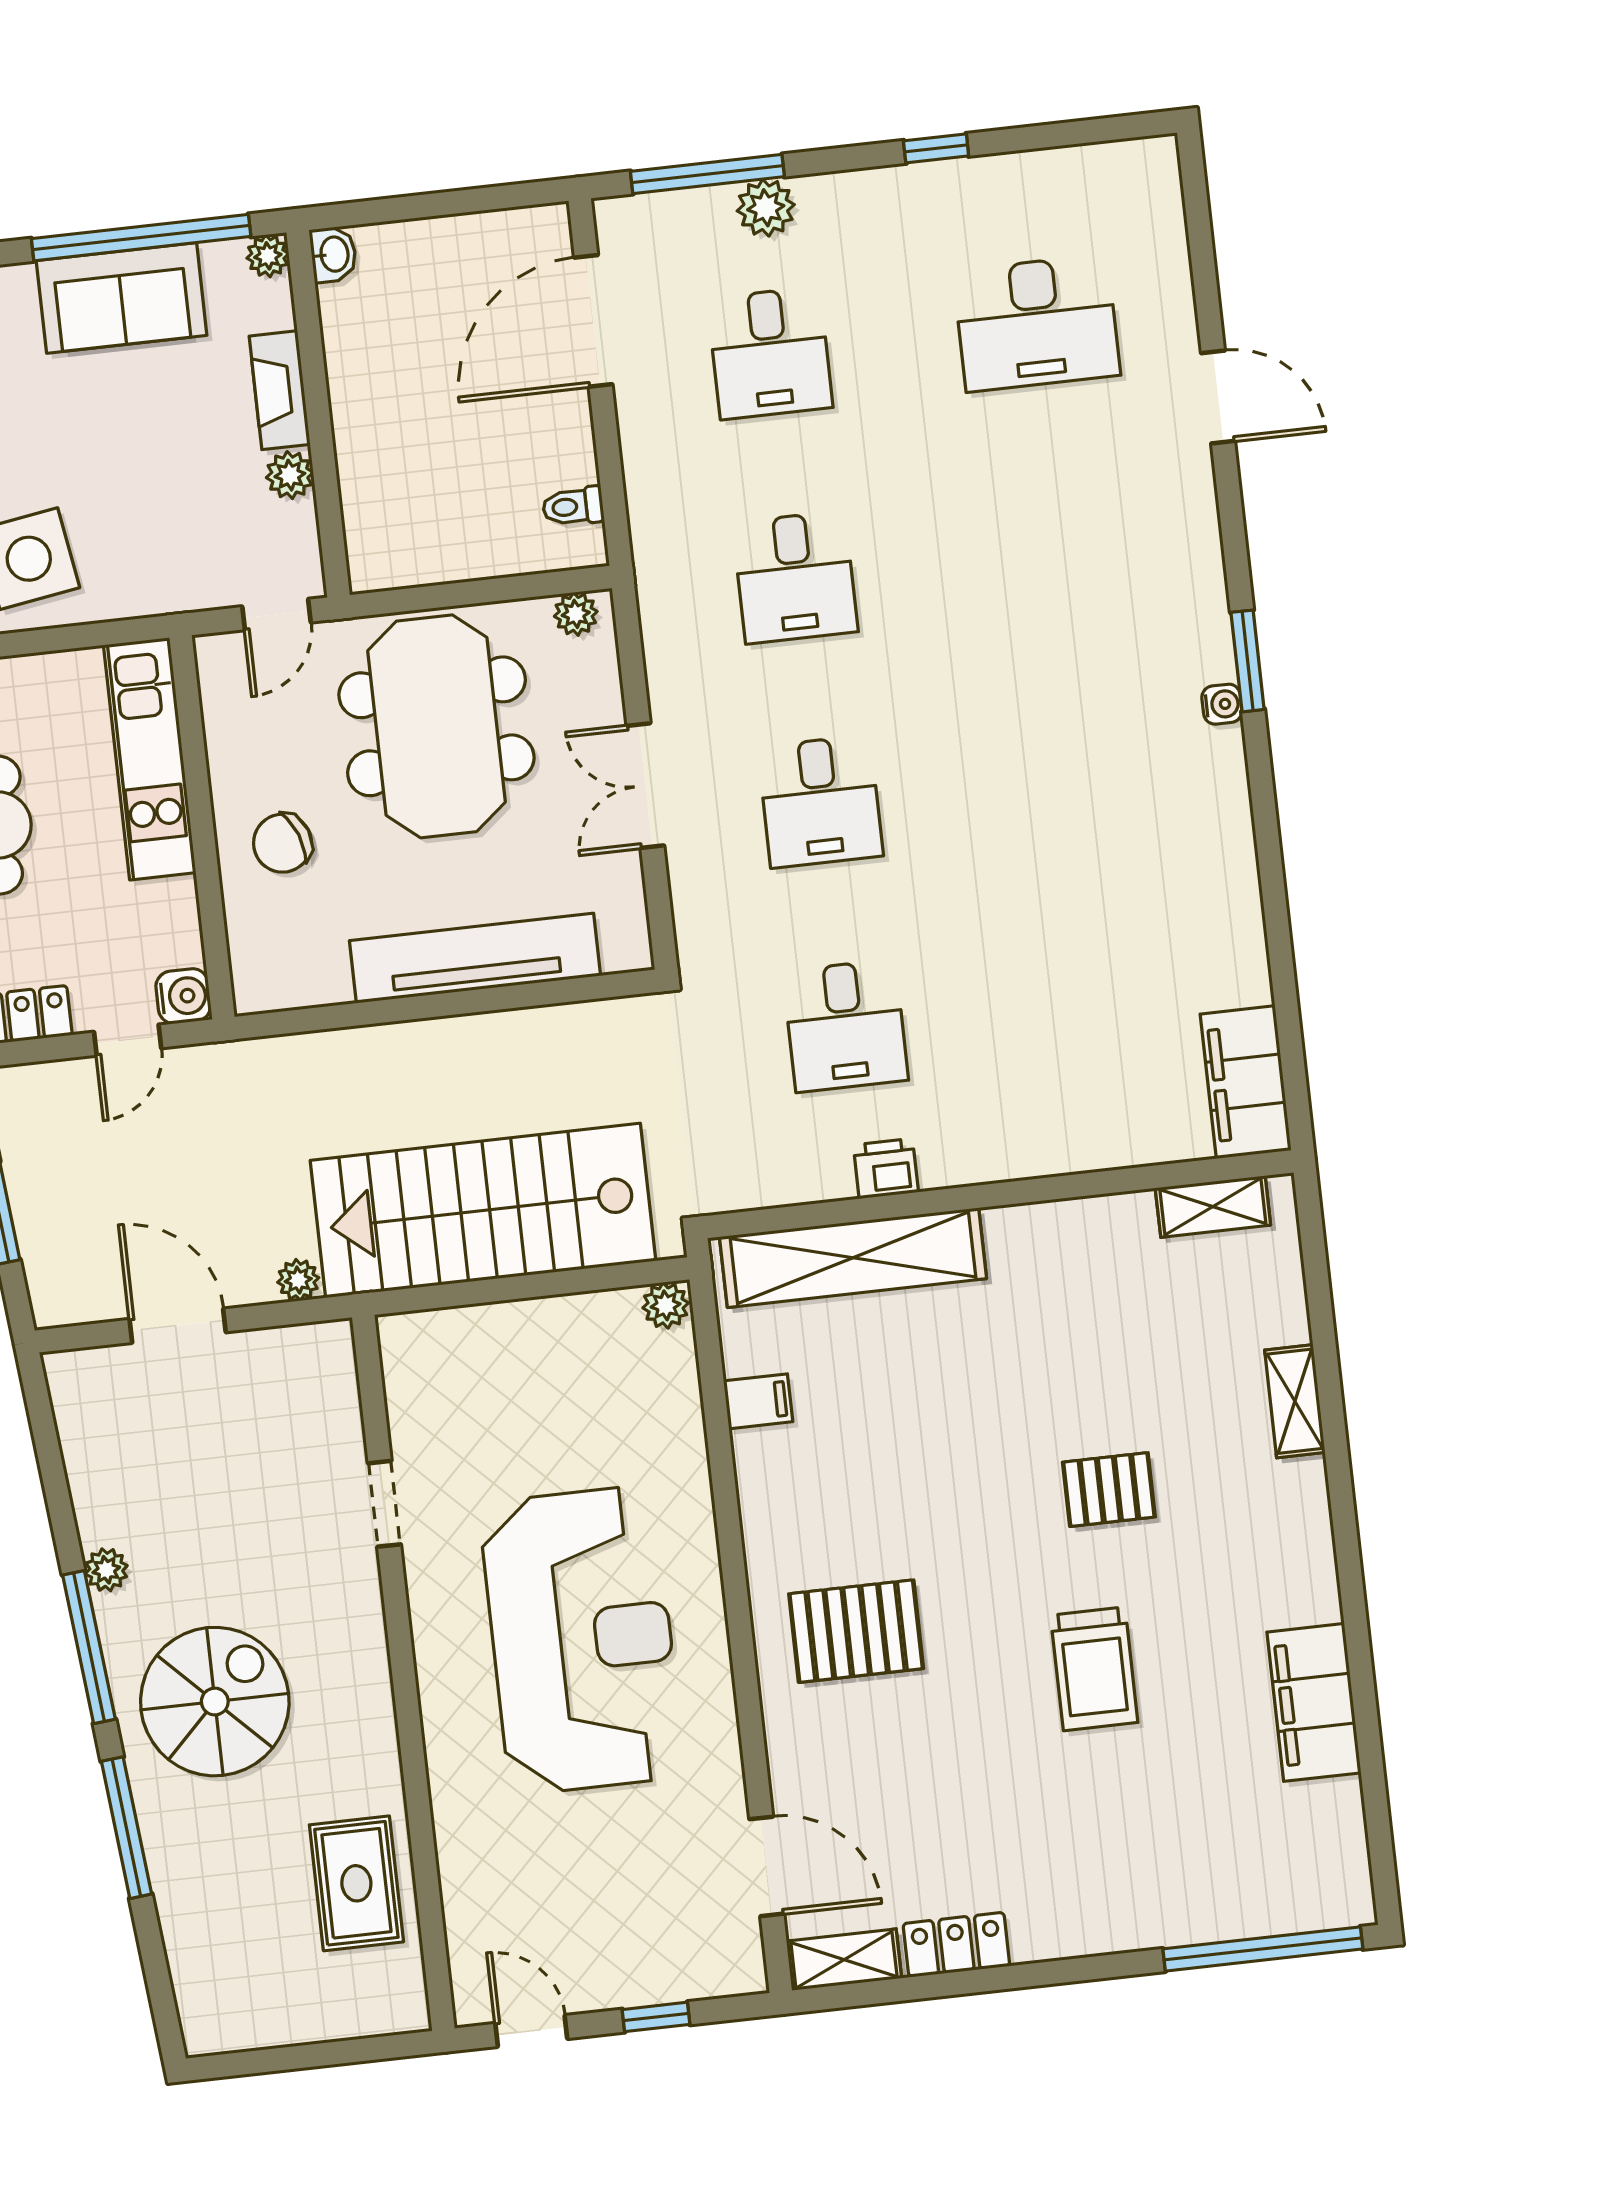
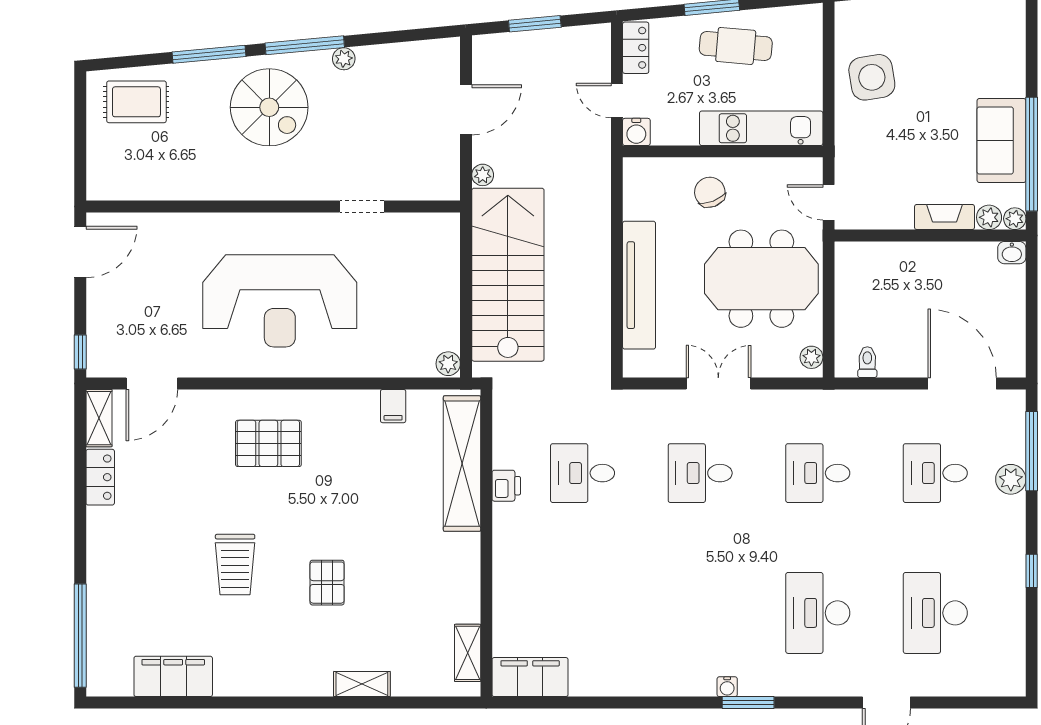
plant: (290, 475) -> (989, 217), moved
desk: (1062, 547) -> (818, 613), added
pallet: (856, 1631) -> (268, 443), turned 90
trolley: (1094, 1669) -> (235, 565), turned -90
filing cabinet: (1314, 1702) -> (173, 676), moved
rug: (356, 1883) -> (136, 102), moved
window: (656, 2017) -> (80, 352), moved
door: (531, 2031) -> (80, 252), width x1.38

